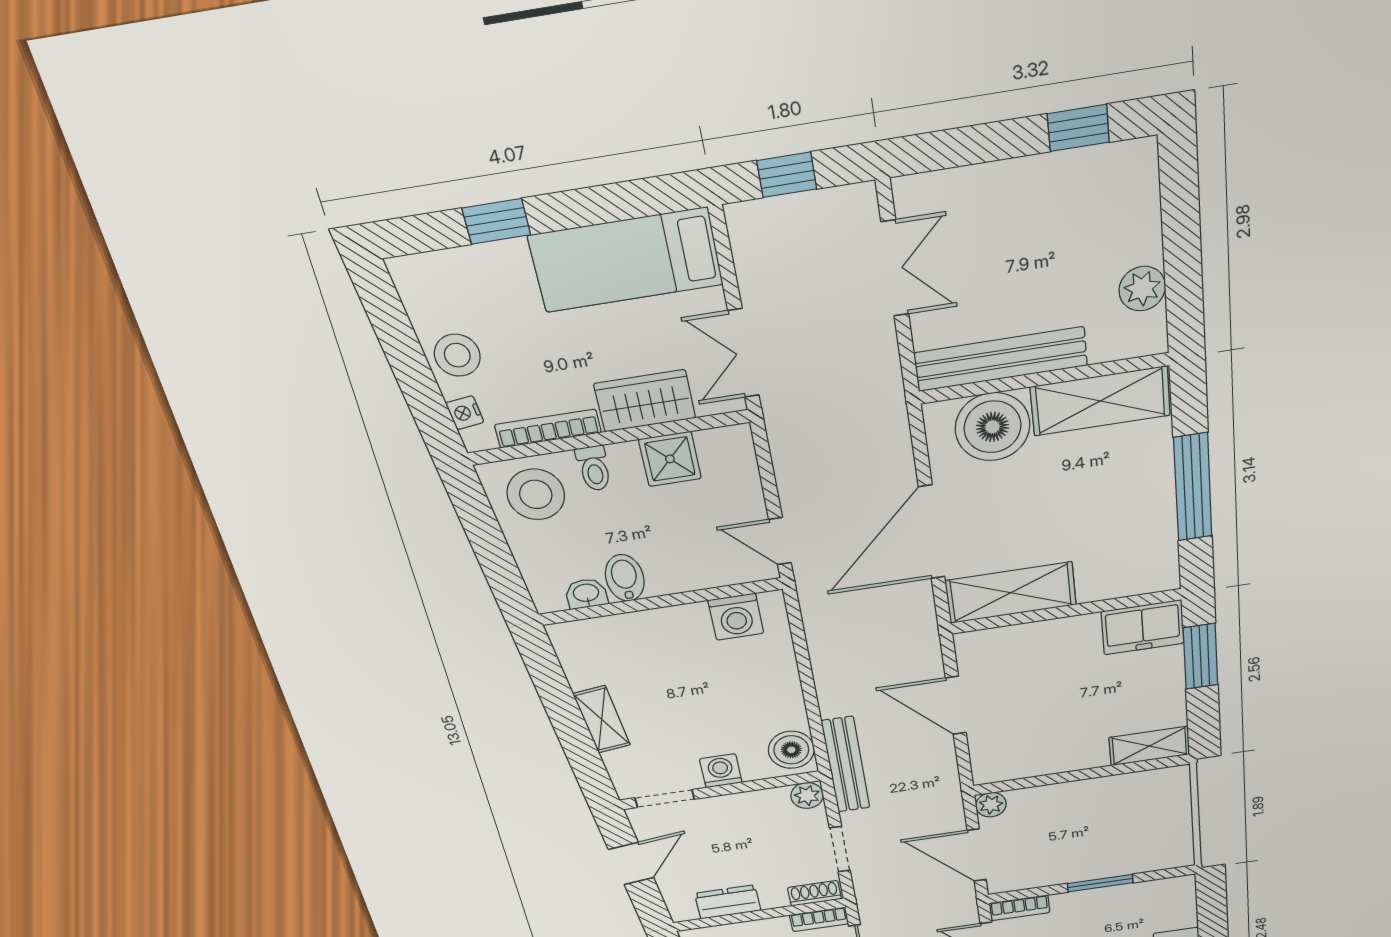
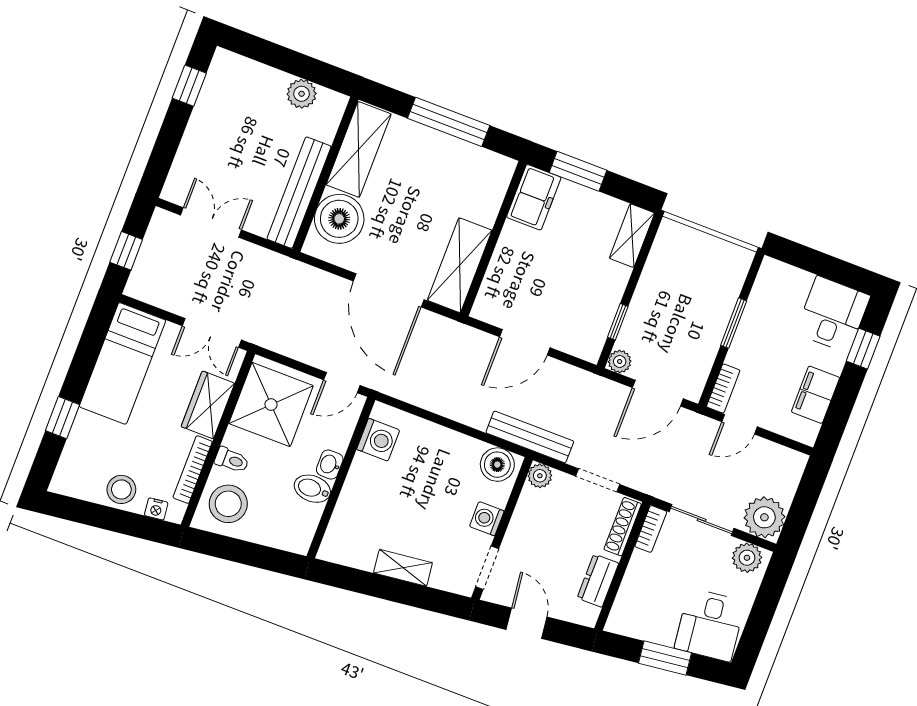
shower: (670, 459) -> (271, 405), width x1.86, depth x1.86
washbasin: (586, 594) -> (330, 465), moved
window: (1037, 781) -> (618, 322), added
shoe rack: (814, 893) -> (623, 527), width x1.43

